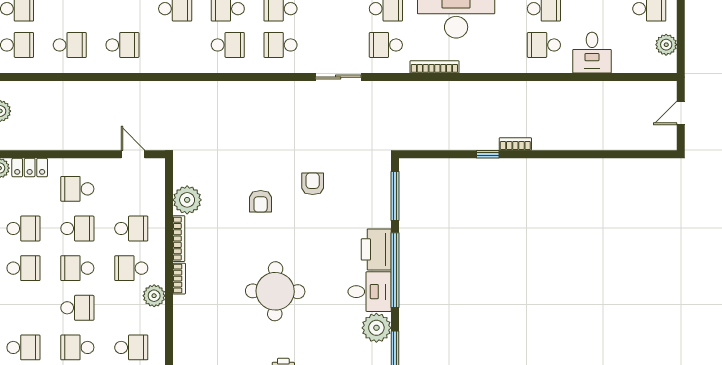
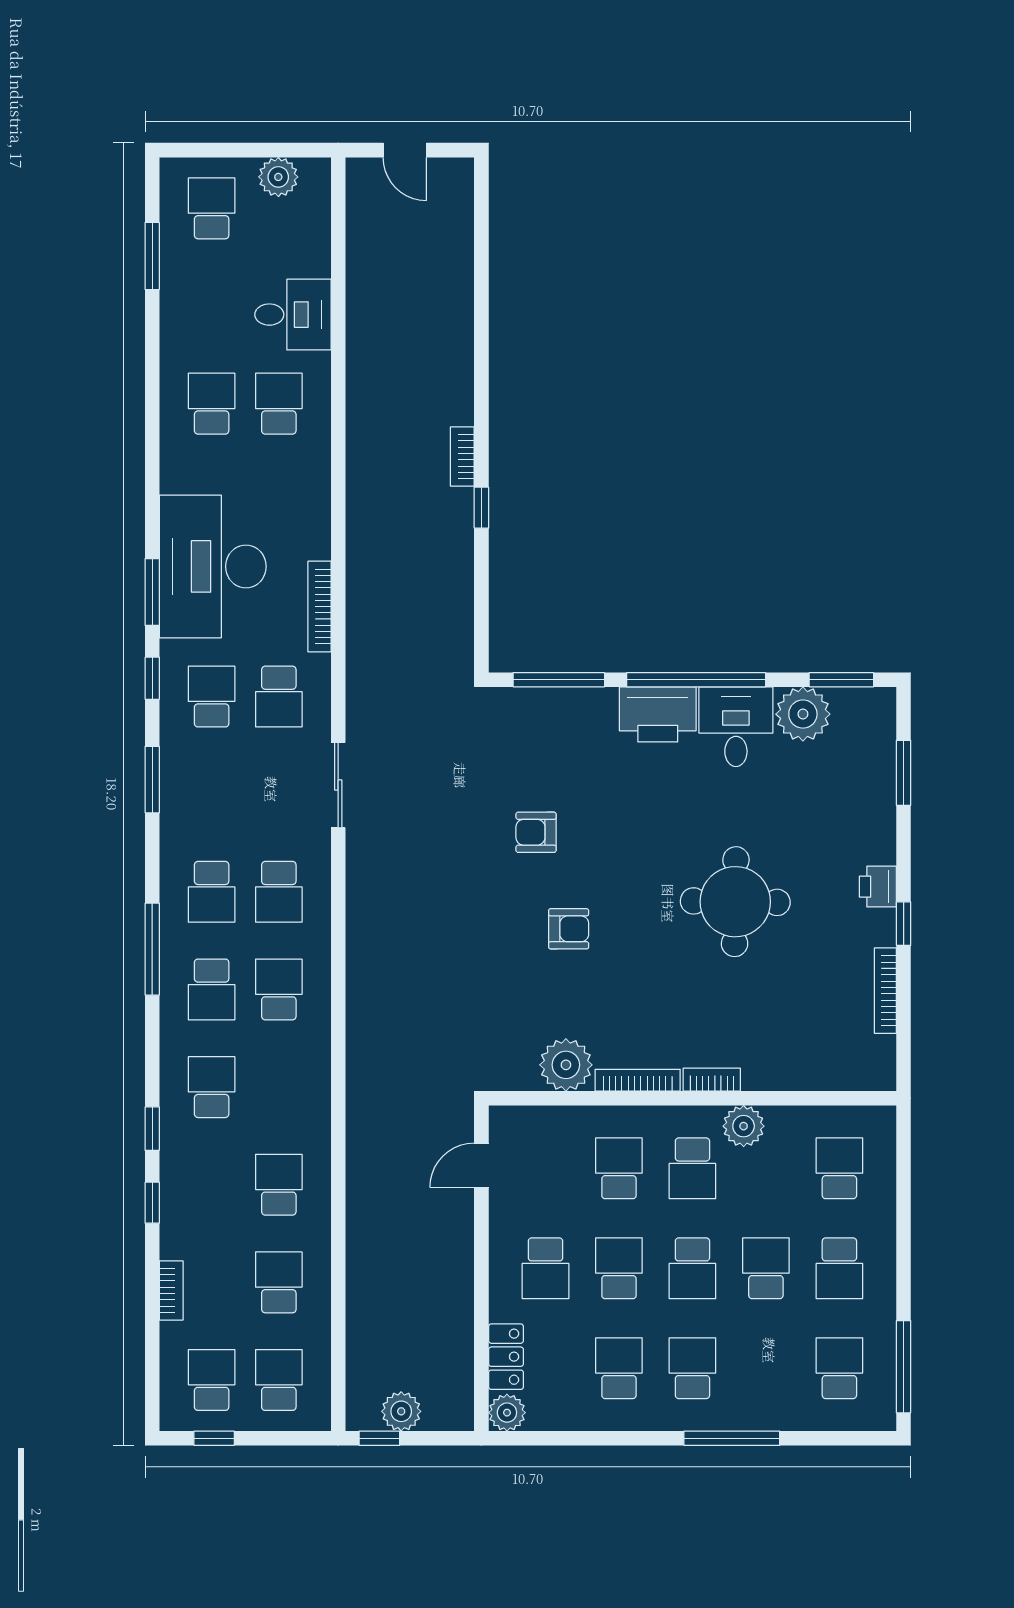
school desk: (544, 45) -> (279, 404), turned 180

